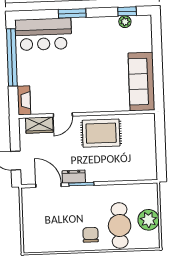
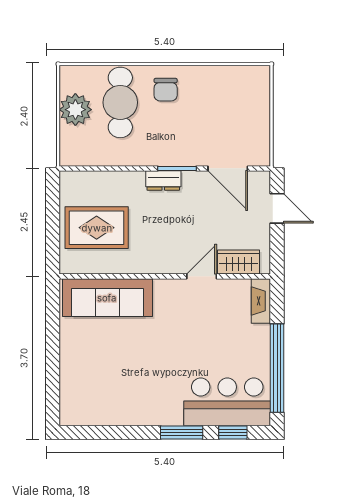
window: (127, 11) -> (233, 433), moved
plant: (125, 22) -> (100, 417), removed
sofa: (142, 82) -> (107, 298), moved, turned 90
rug: (101, 133) -> (97, 228), moved
dresser: (74, 177) -> (163, 181), moved

